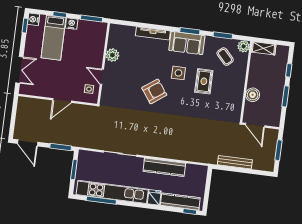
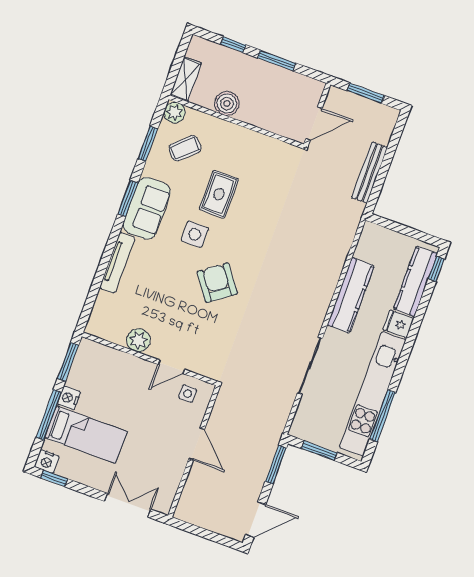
window: (60, 15) -> (49, 415), width x2.17
rug: (204, 81) -> (219, 194), turned 90
boiler: (253, 95) -> (227, 104), moved

